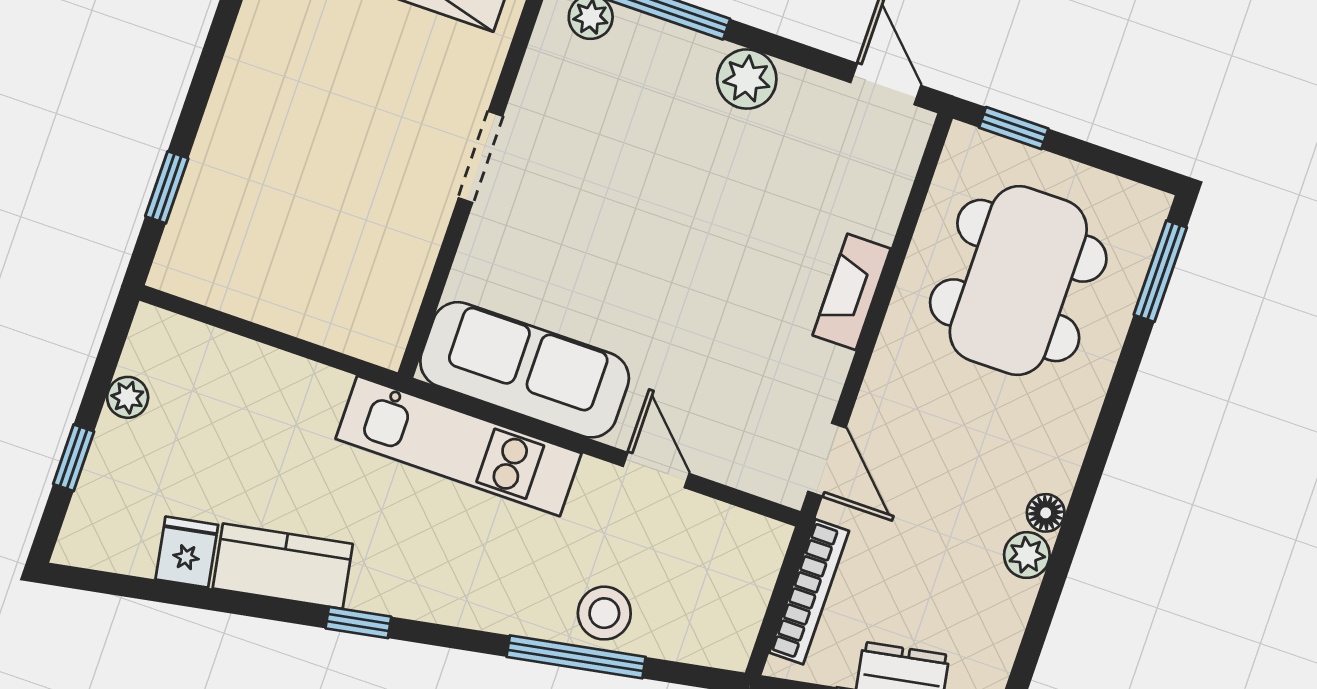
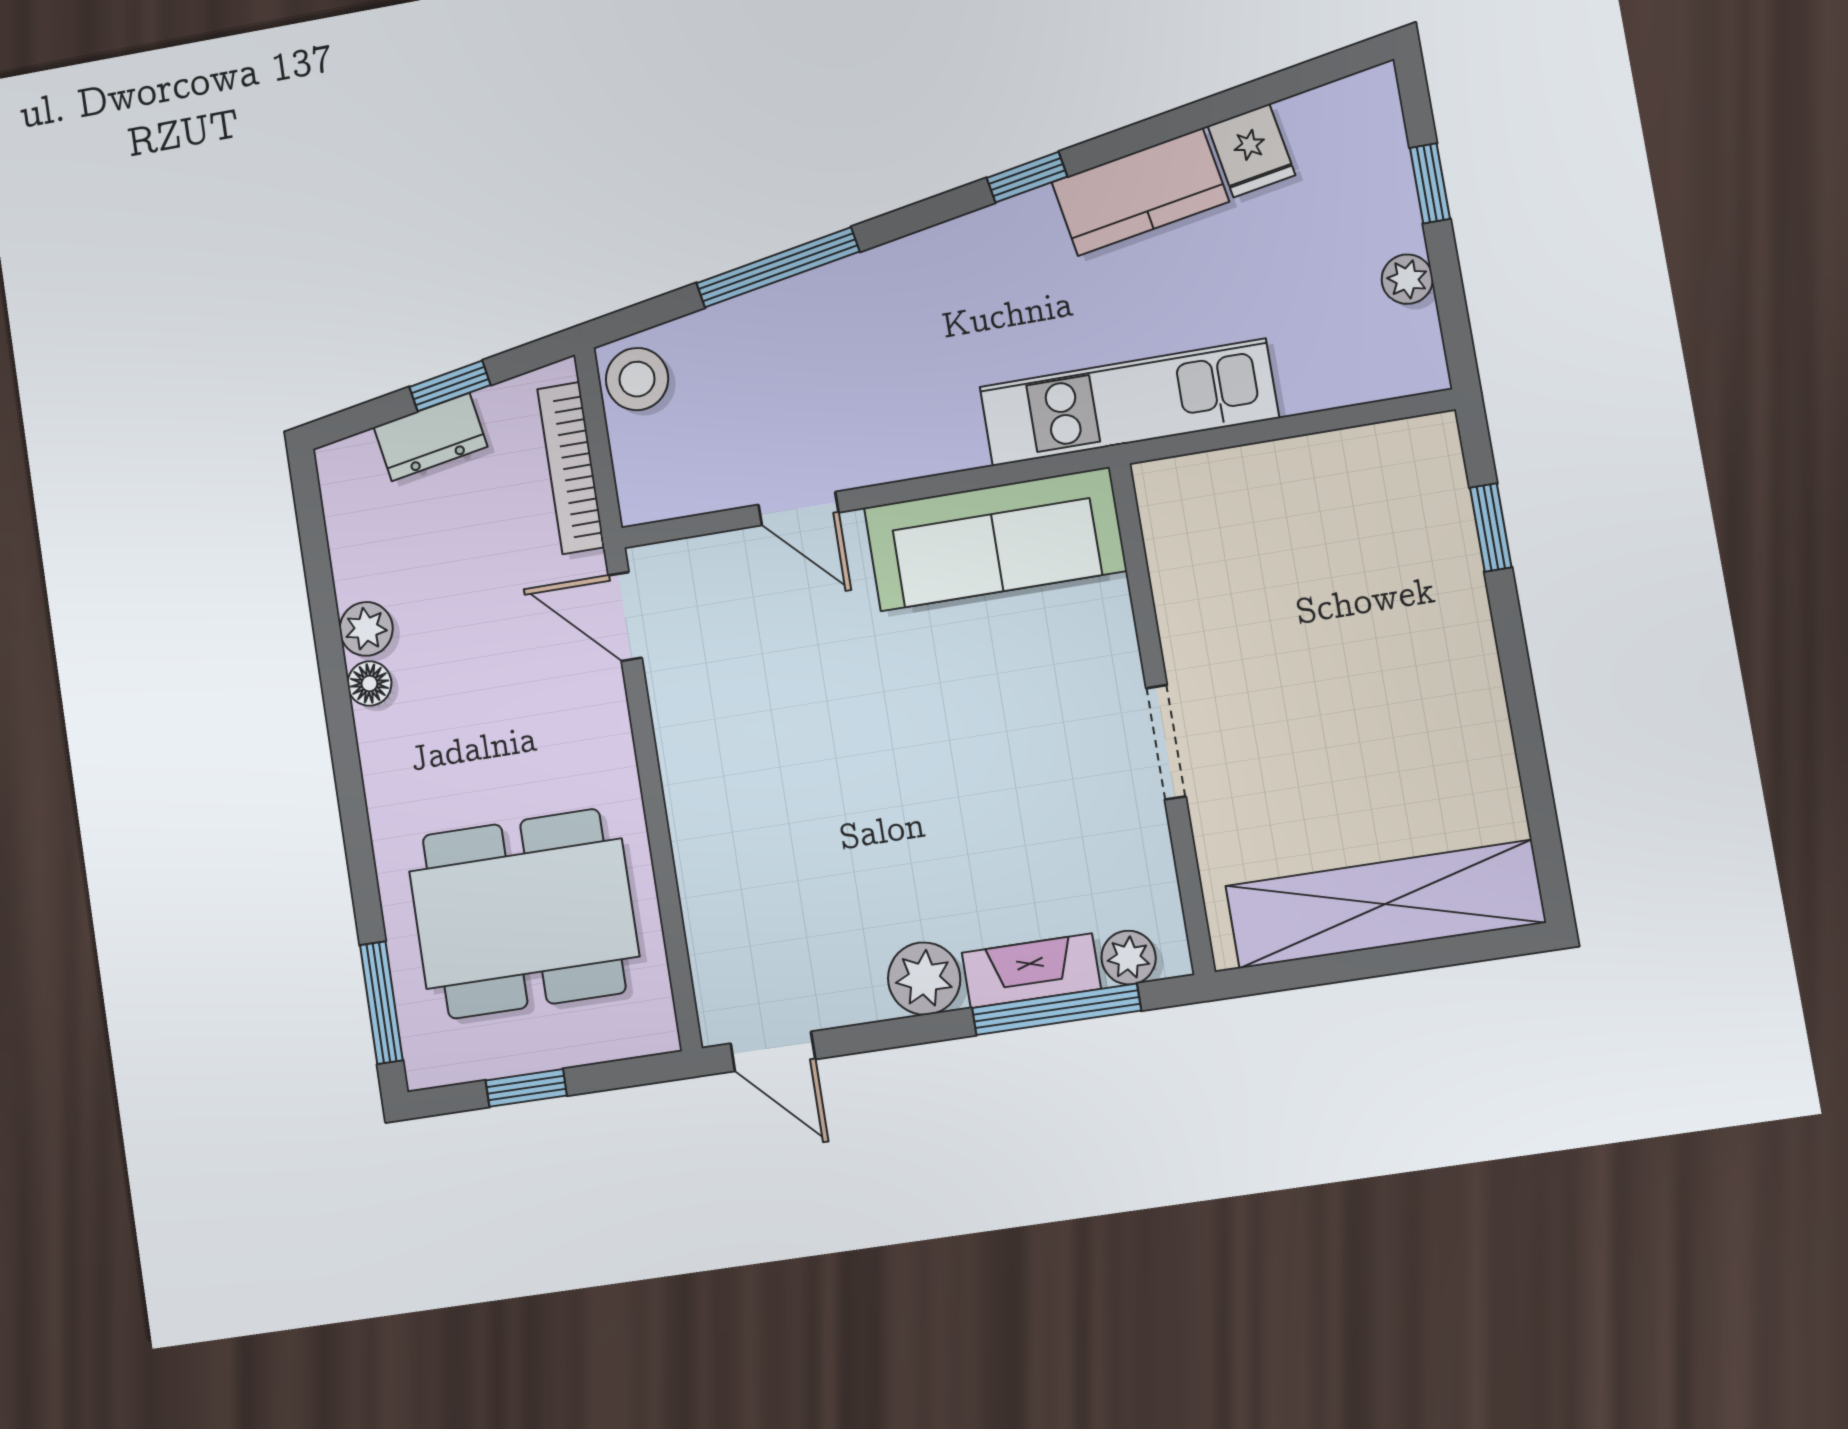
window: (1014, 128) -> (526, 1088), moved
dining table: (1018, 281) -> (524, 914), turned 90
fireplace: (852, 292) -> (1031, 971), moved, turned -90
kitchen unit: (459, 446) -> (1129, 402), moved
stool: (604, 613) -> (637, 379), moved

